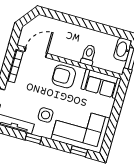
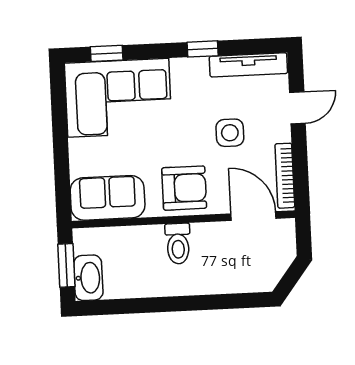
door: (36, 52) -> (253, 216), swing flipped
toilet: (88, 55) -> (178, 244), moved
side table: (46, 115) -> (230, 133), moved

